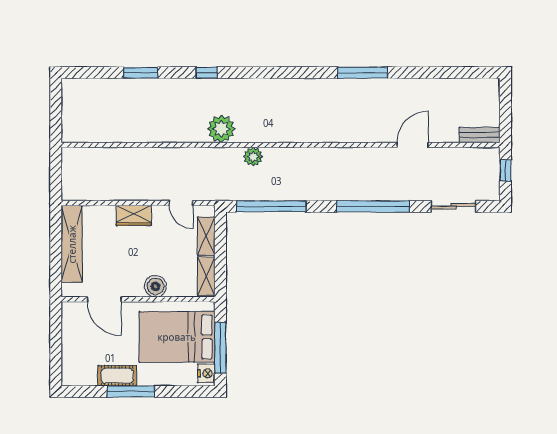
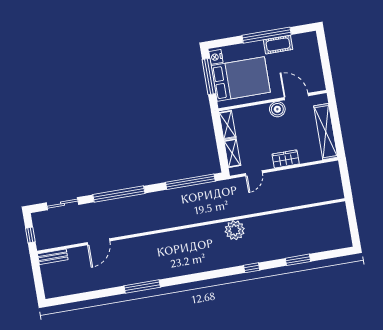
plant: (253, 157) -> (209, 214), removed
door: (181, 203) -> (254, 173), swing flipped
boiler: (155, 286) -> (277, 109), moved
window: (131, 392) -> (267, 35), width x1.46

